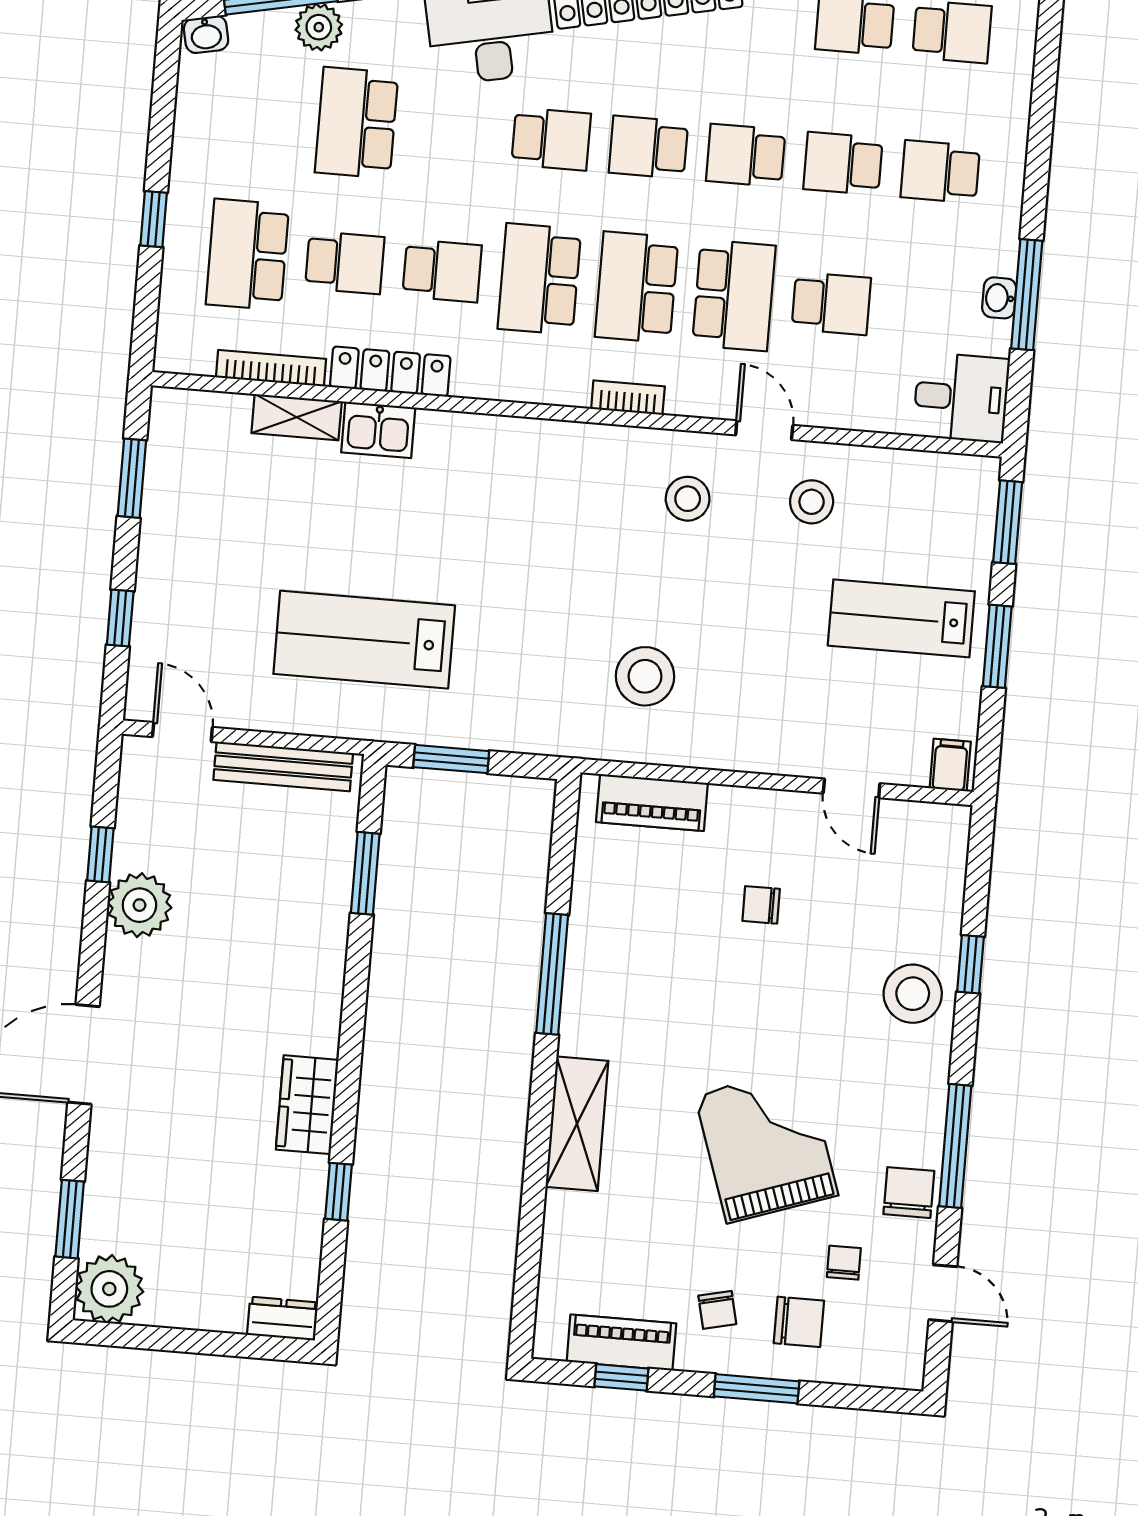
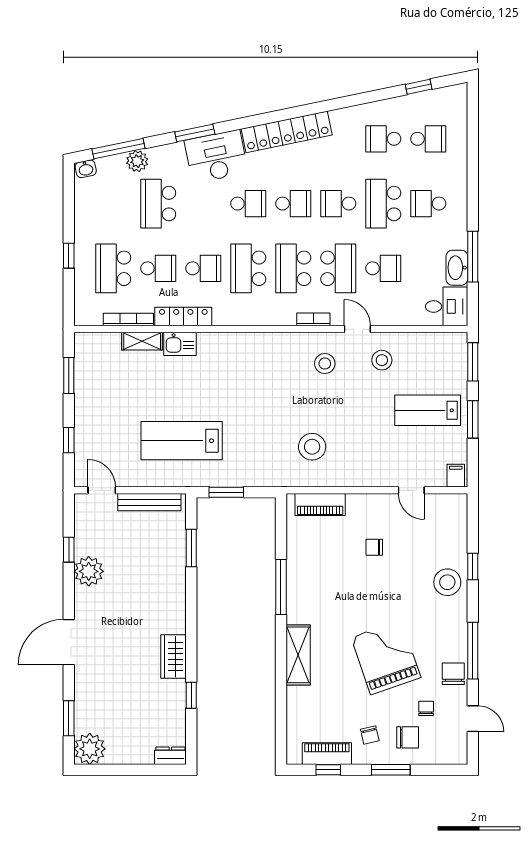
school desk: (648, 147) -> (293, 204), turned 180
school desk: (843, 164) -> (383, 204), width x1.85
washbasin: (999, 298) -> (457, 268), width x1.91, depth x1.45
bookcase: (628, 398) -> (313, 319), moved

